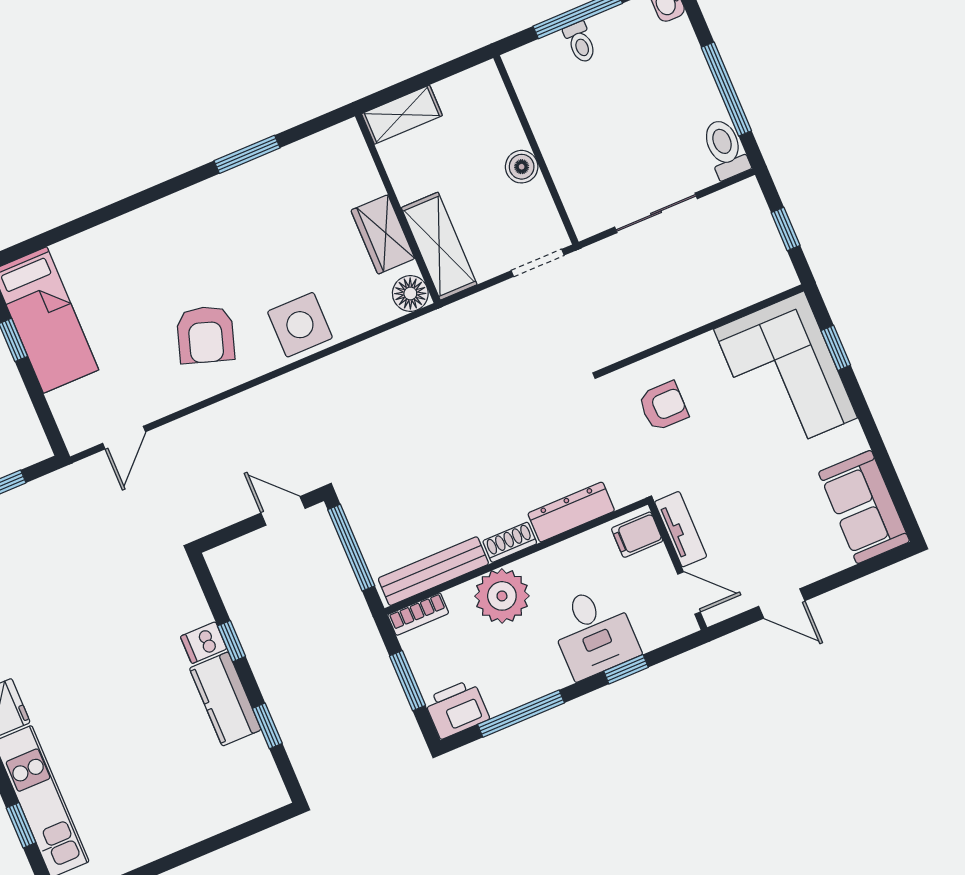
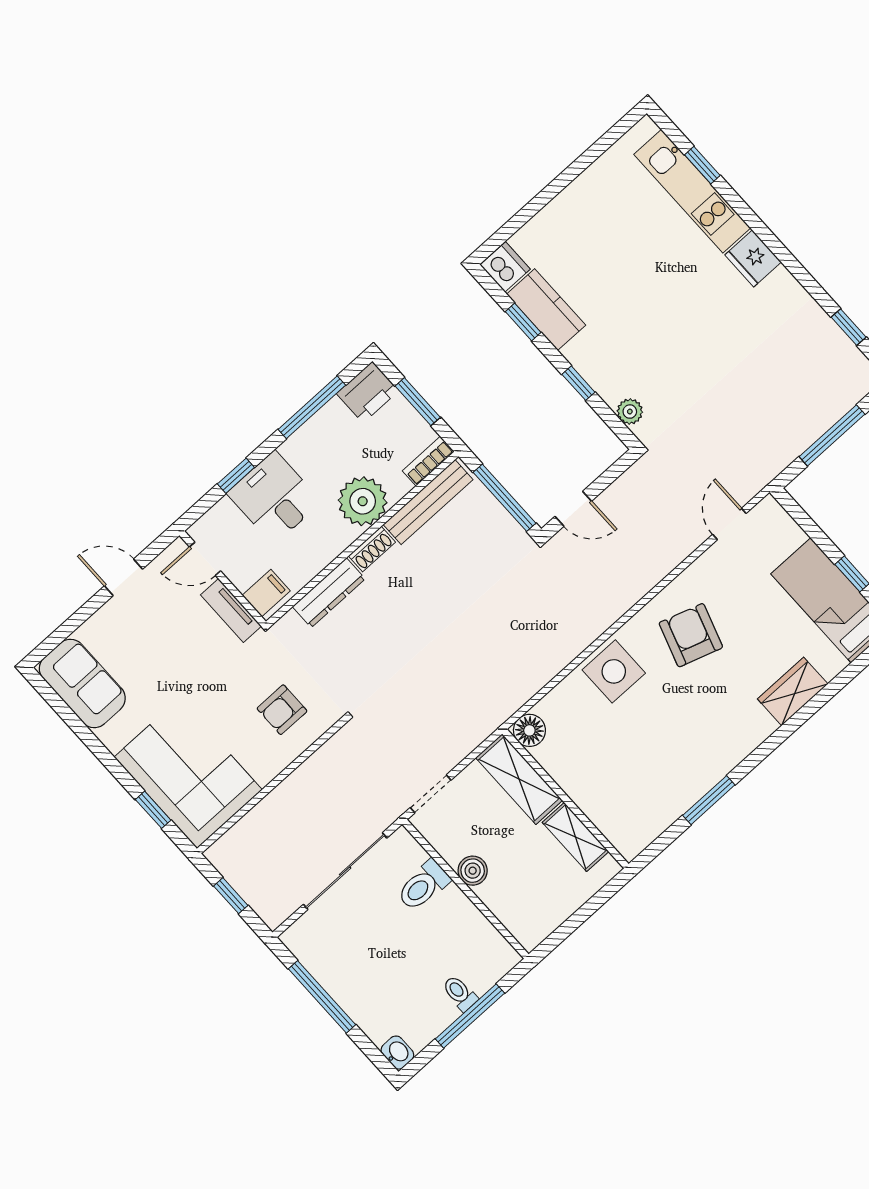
shelving: (402, 115) -> (575, 837), moved, turned 90
toilet: (725, 149) -> (423, 886), moved, turned 90
sliding door: (656, 213) -> (345, 871), width x1.37
wardrobe: (383, 234) -> (793, 691), moved, turned -90
plant: (188, 592) -> (630, 412), added
dishwasher: (204, 643) -> (505, 267), moved, width x1.38
kitchen counter: (225, 699) -> (546, 310), moved

